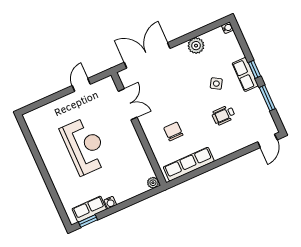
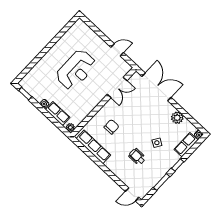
row of seats: (245, 74) -> (186, 145), moved
row of seats: (89, 209) -> (58, 114), moved

